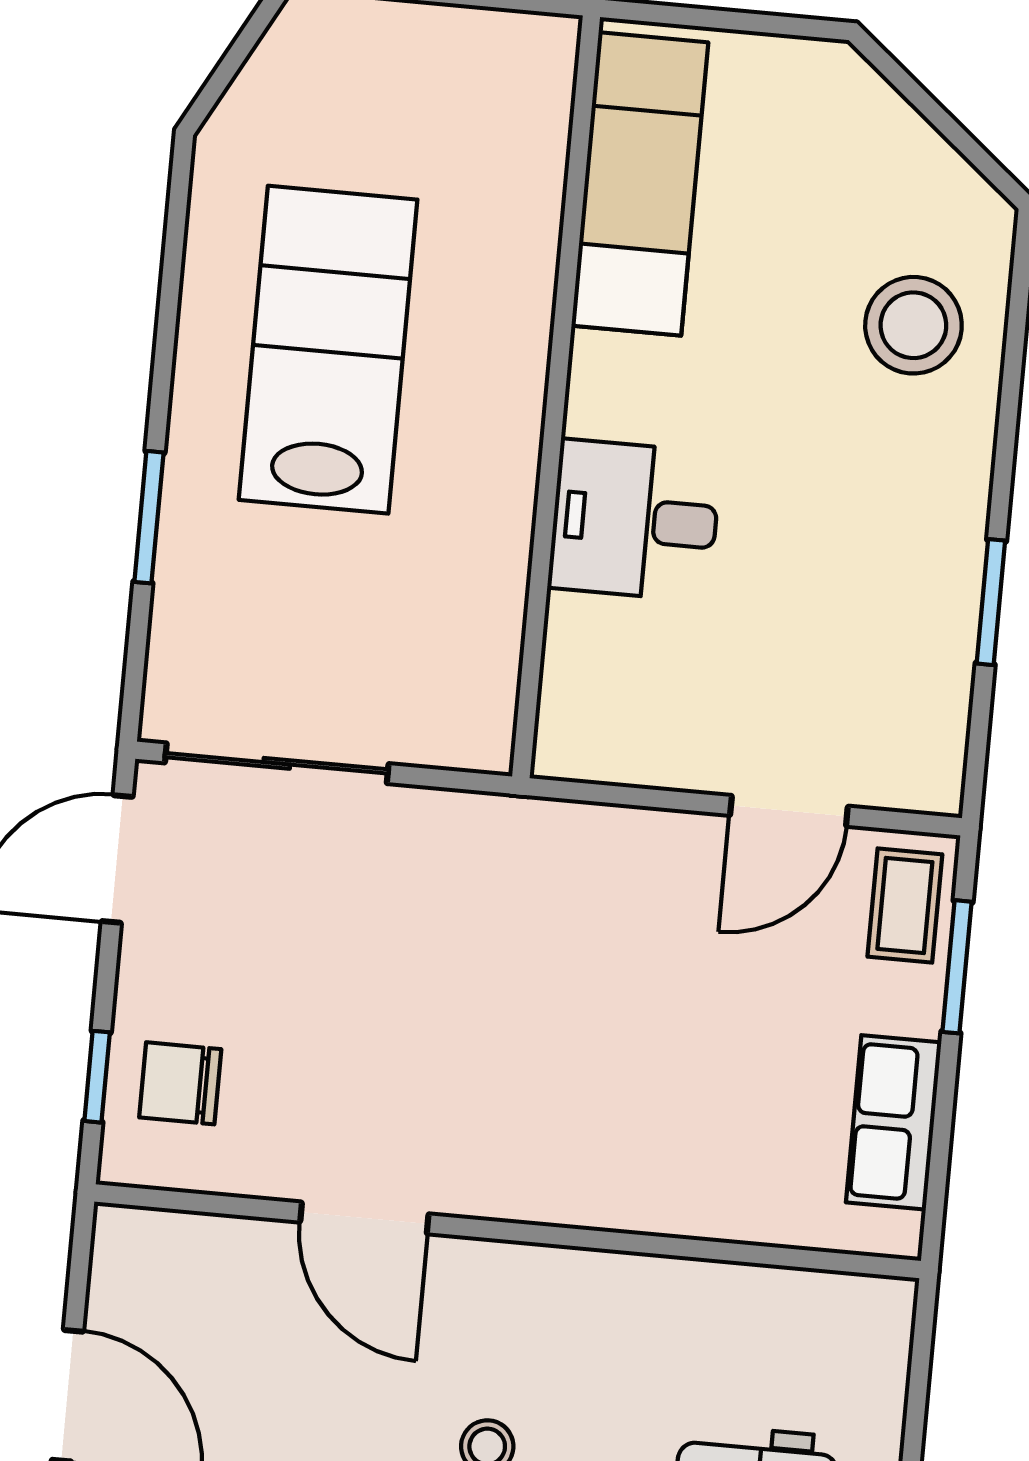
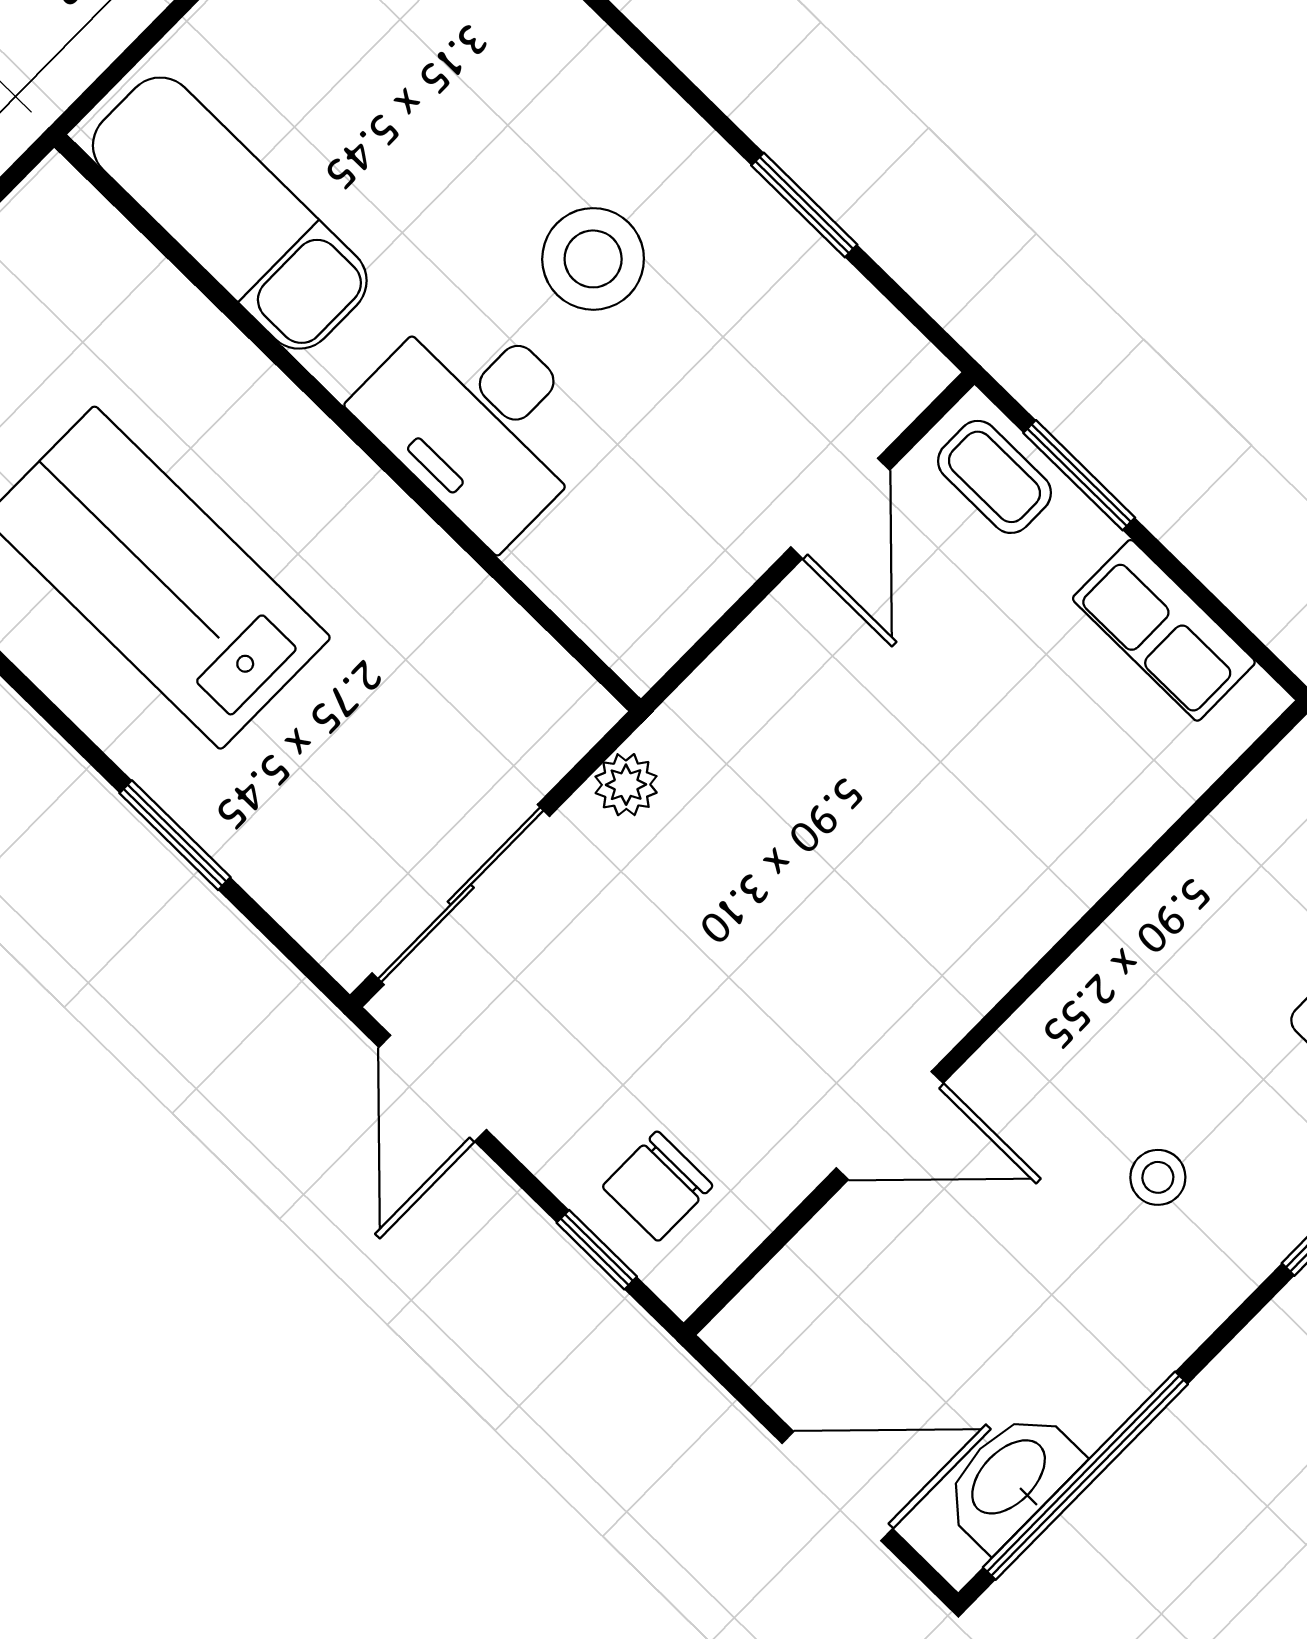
stool: (913, 325) -> (593, 259), moved
desk: (635, 520) -> (480, 420), width x1.37
plant: (457, 819) -> (626, 785), added

